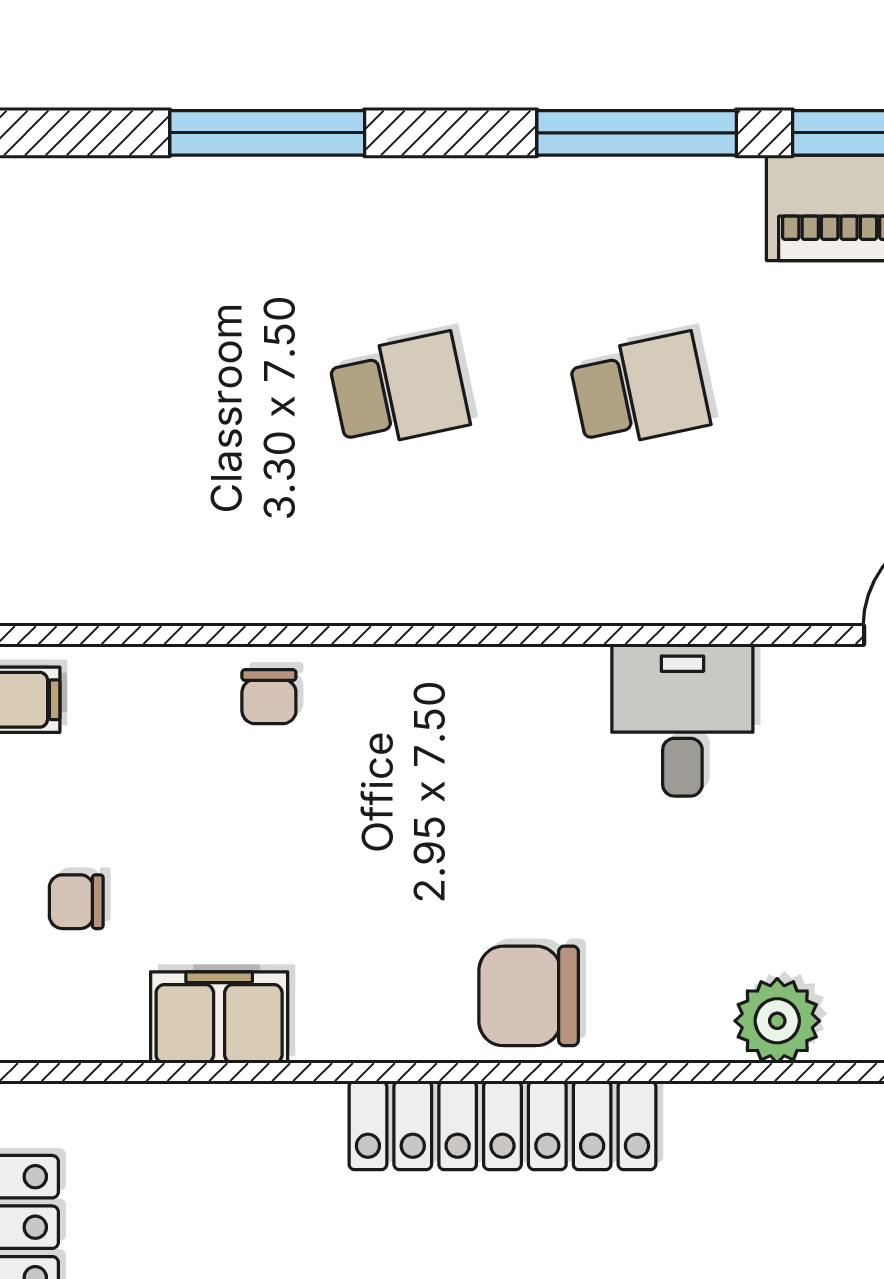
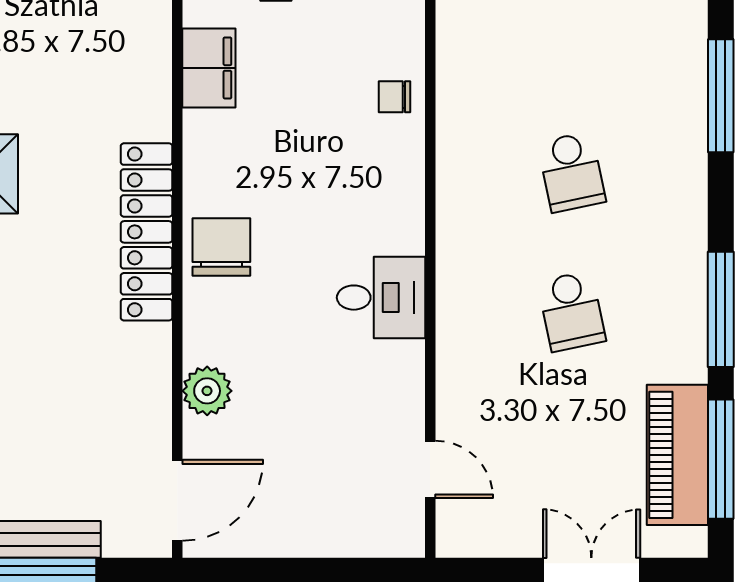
desk: (682, 720) -> (381, 298), moved

